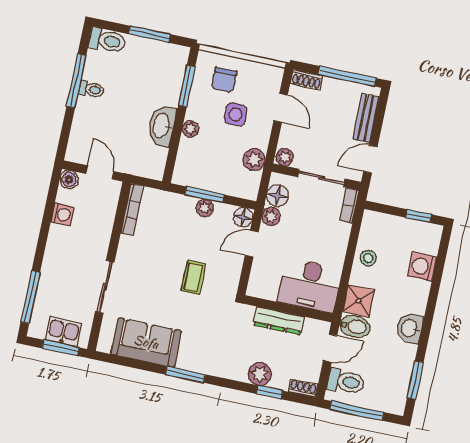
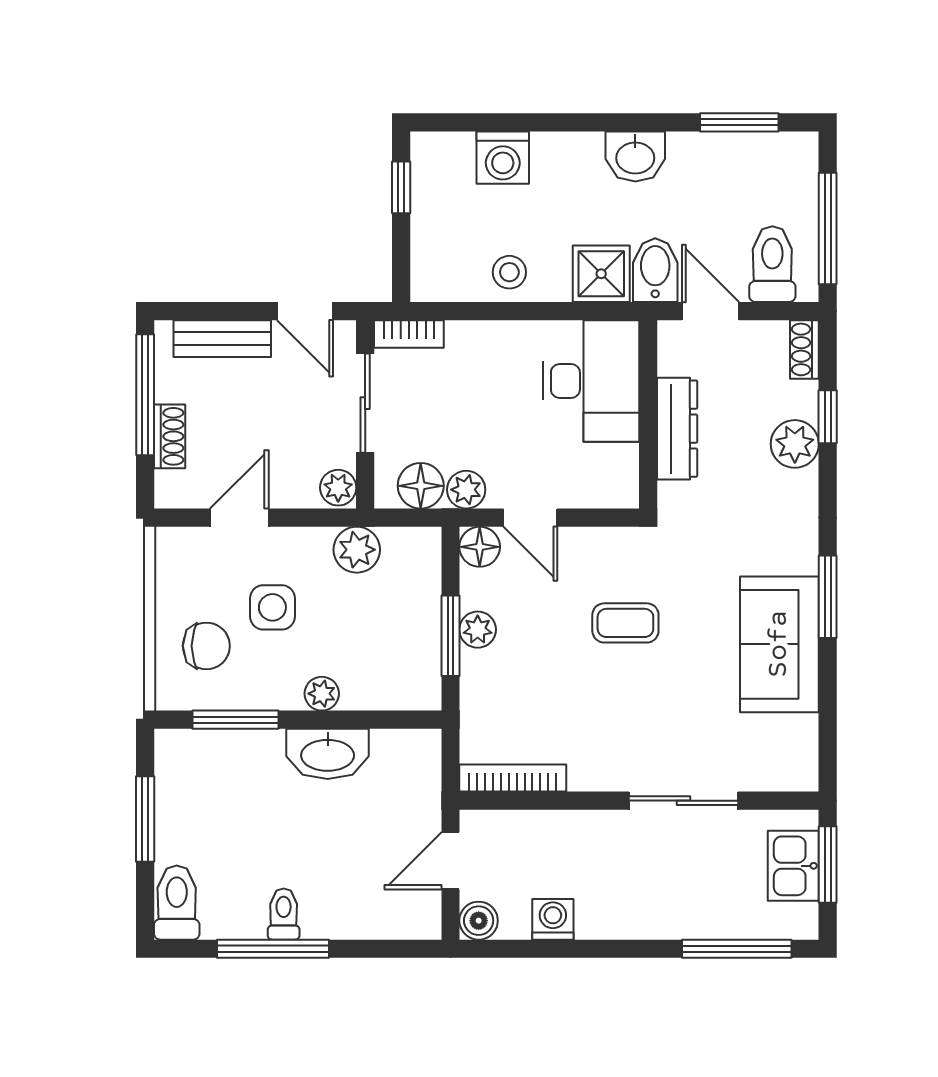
shoe rack: (307, 80) -> (170, 436), moved
sofa: (146, 342) -> (779, 644), moved

